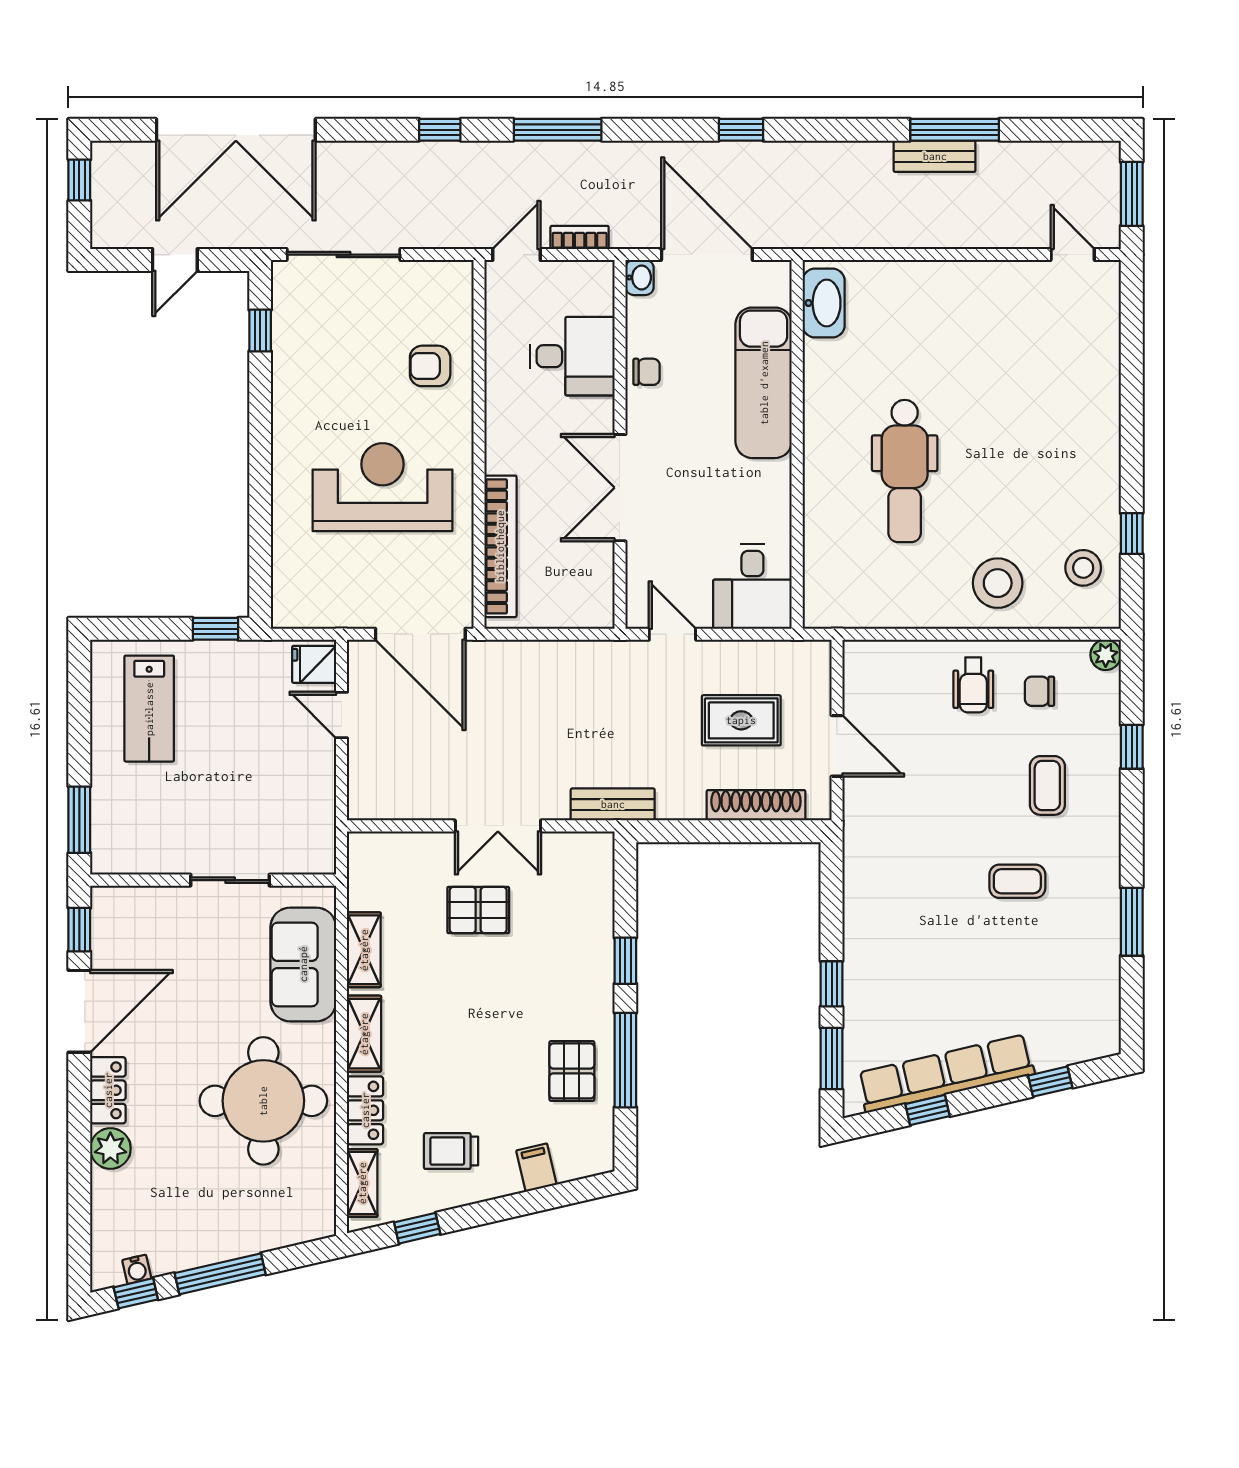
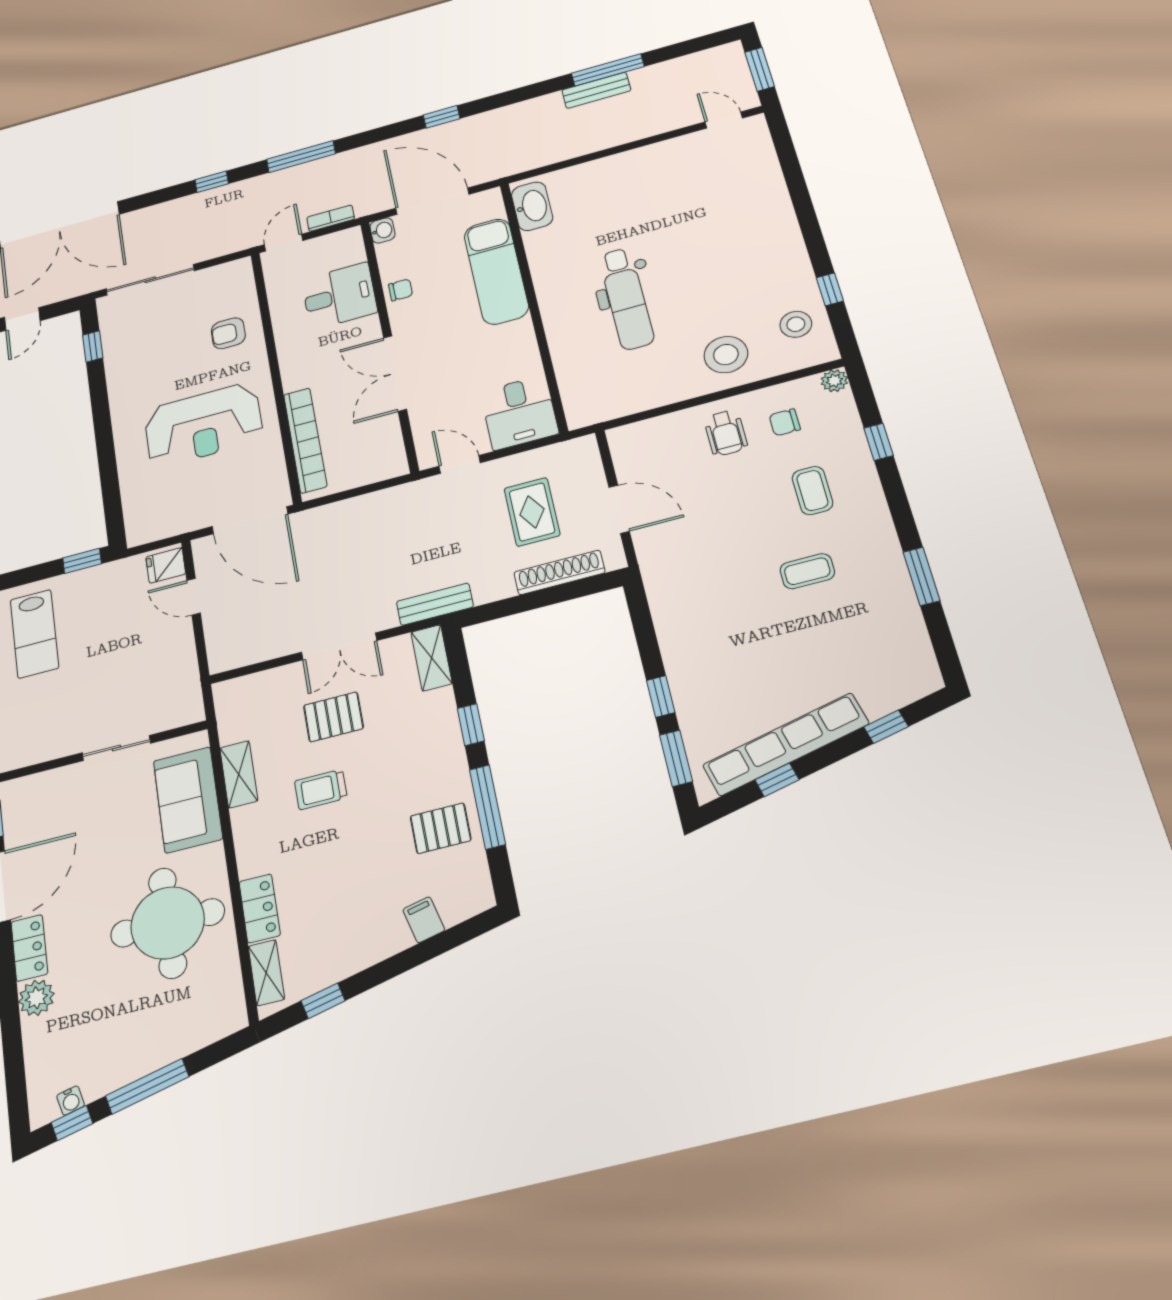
reception desk: (383, 487) -> (203, 425), turned 180
rug: (741, 720) -> (532, 512), turned 90
shelving: (364, 1034) -> (432, 658), moved
pallet: (572, 1071) -> (441, 828), turned 90
trolley: (451, 1151) -> (321, 789), moved

